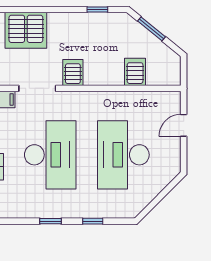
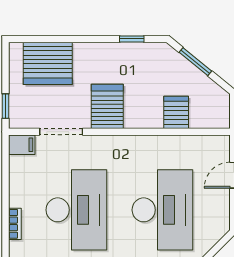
server rack: (73, 73) -> (107, 106), width x1.36, depth x1.44
desk: (123, 155) -> (162, 210), turned 180

